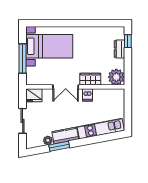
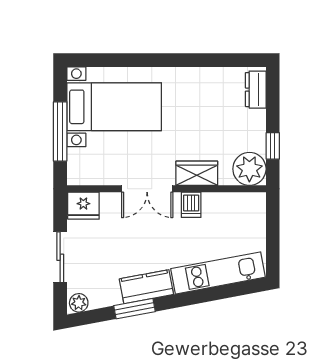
window: (128, 41) -> (273, 146), moved
dresser: (119, 49) -> (256, 90), moved
plant: (48, 140) -> (79, 303), moved

